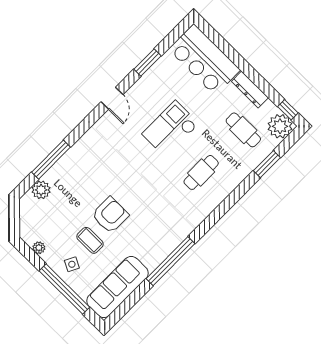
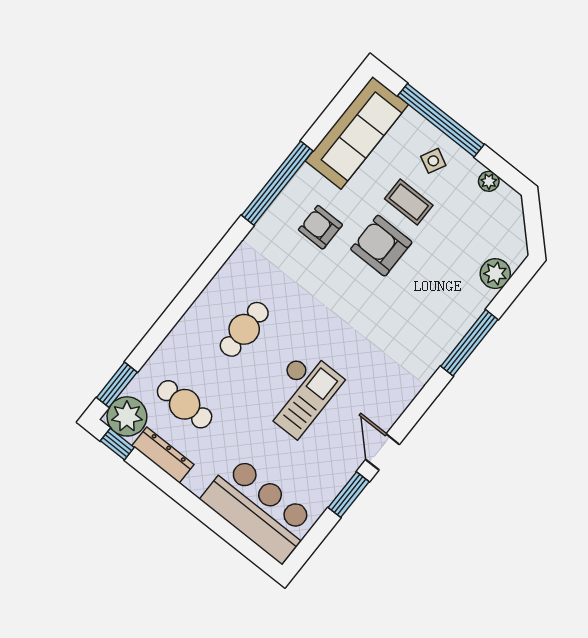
dresser: (250, 90) -> (163, 455), moved
door: (112, 98) -> (383, 452), moved
window: (51, 160) -> (469, 343), moved
window: (267, 164) -> (117, 385), moved
armchair: (110, 215) -> (381, 246), turned 90
armchair: (147, 231) -> (320, 227), added

